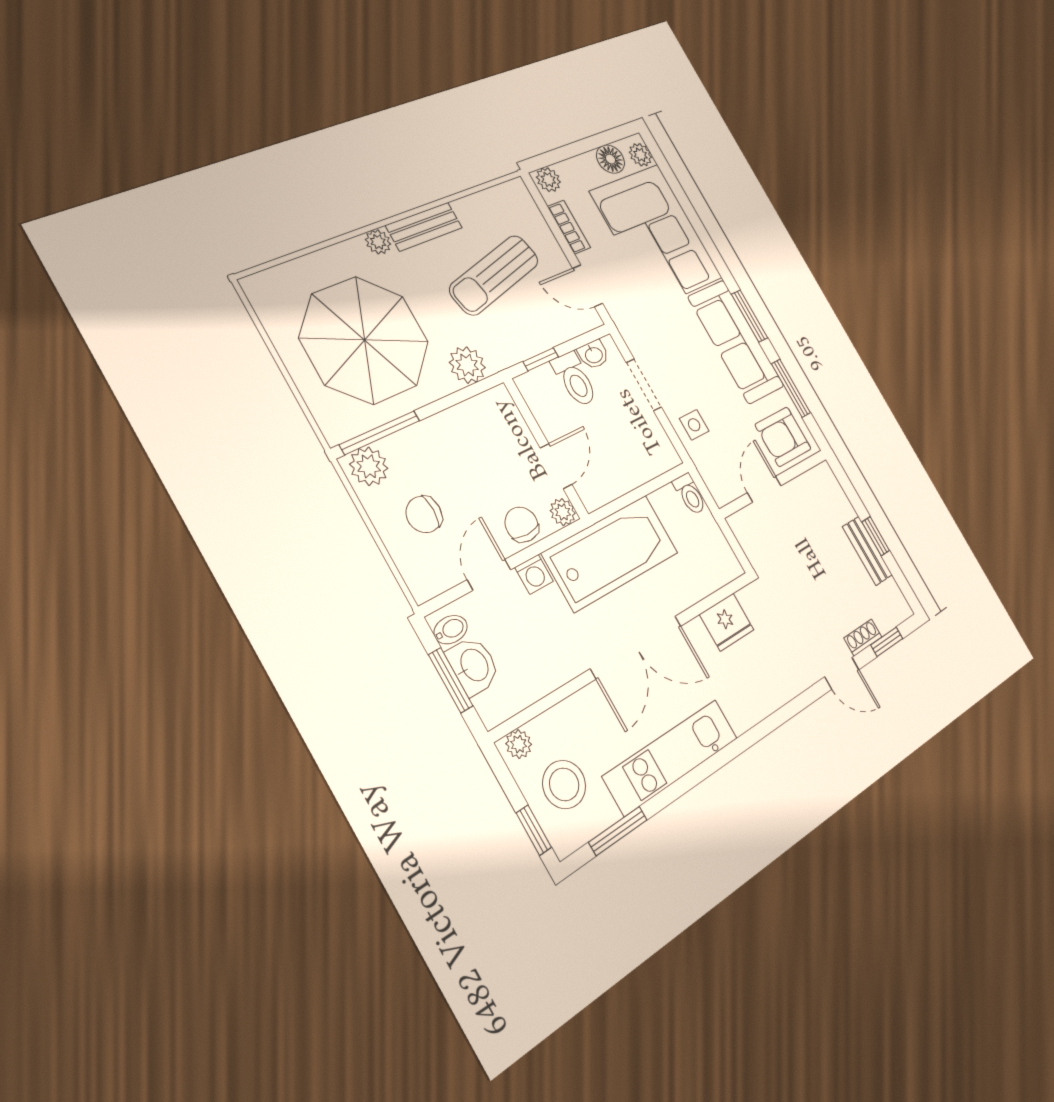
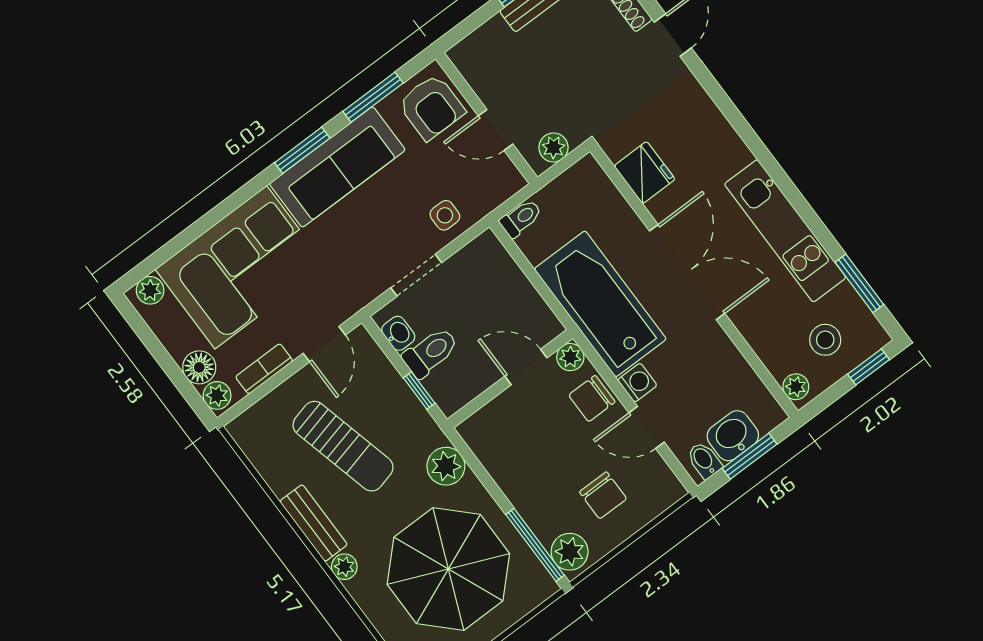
floor lamp: (611, 159) -> (199, 367), moved
plant: (749, 539) -> (554, 147), added
stool: (564, 784) -> (825, 340), width x0.73, depth x0.73

